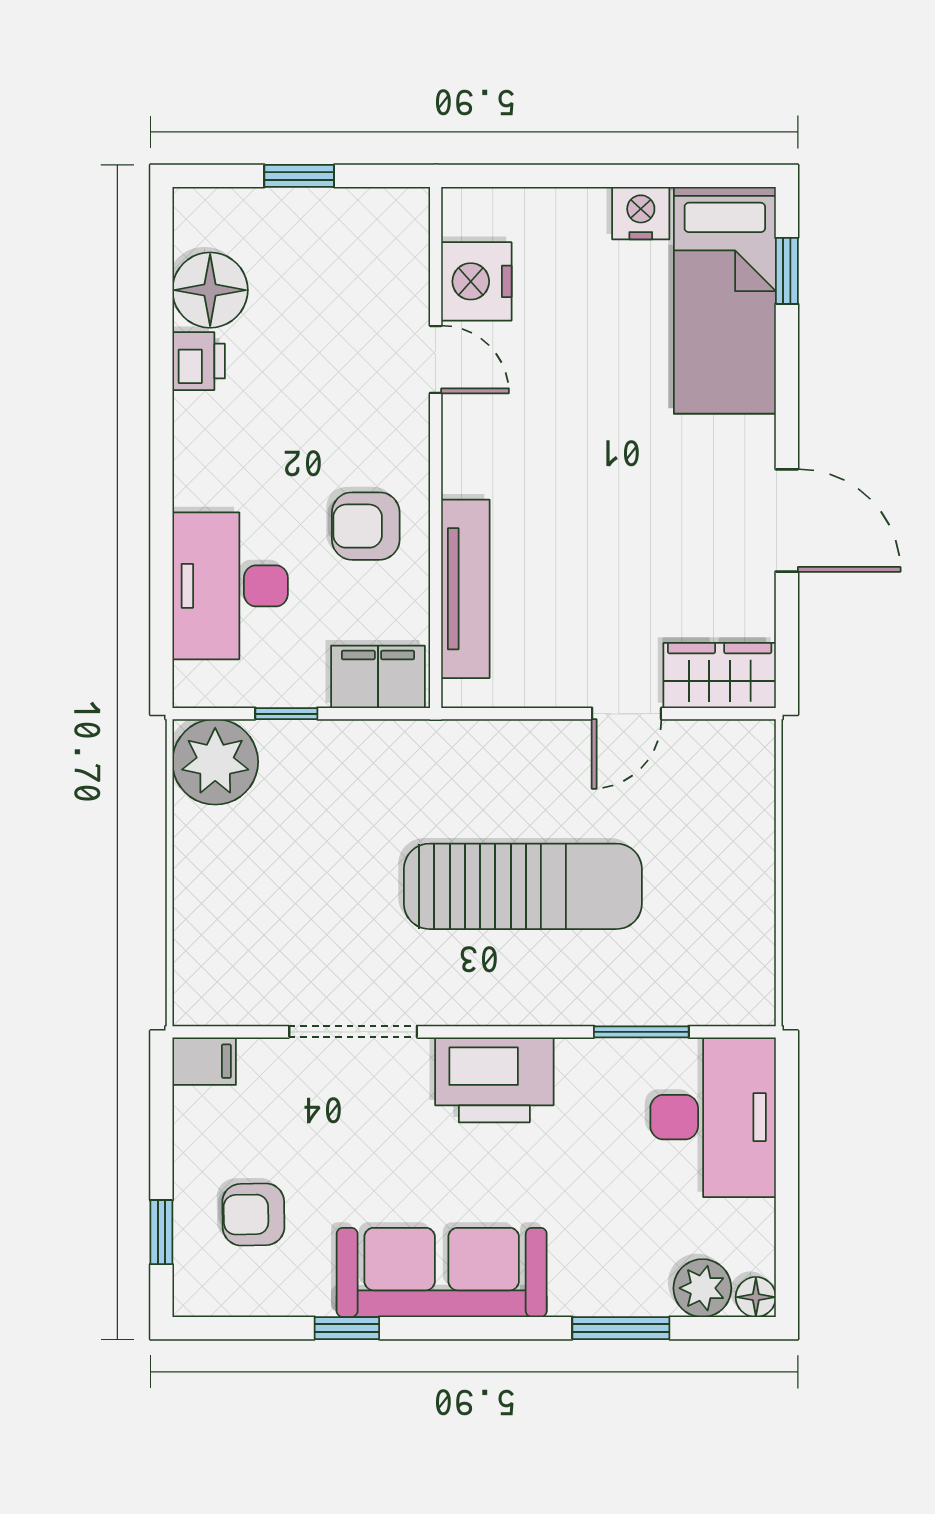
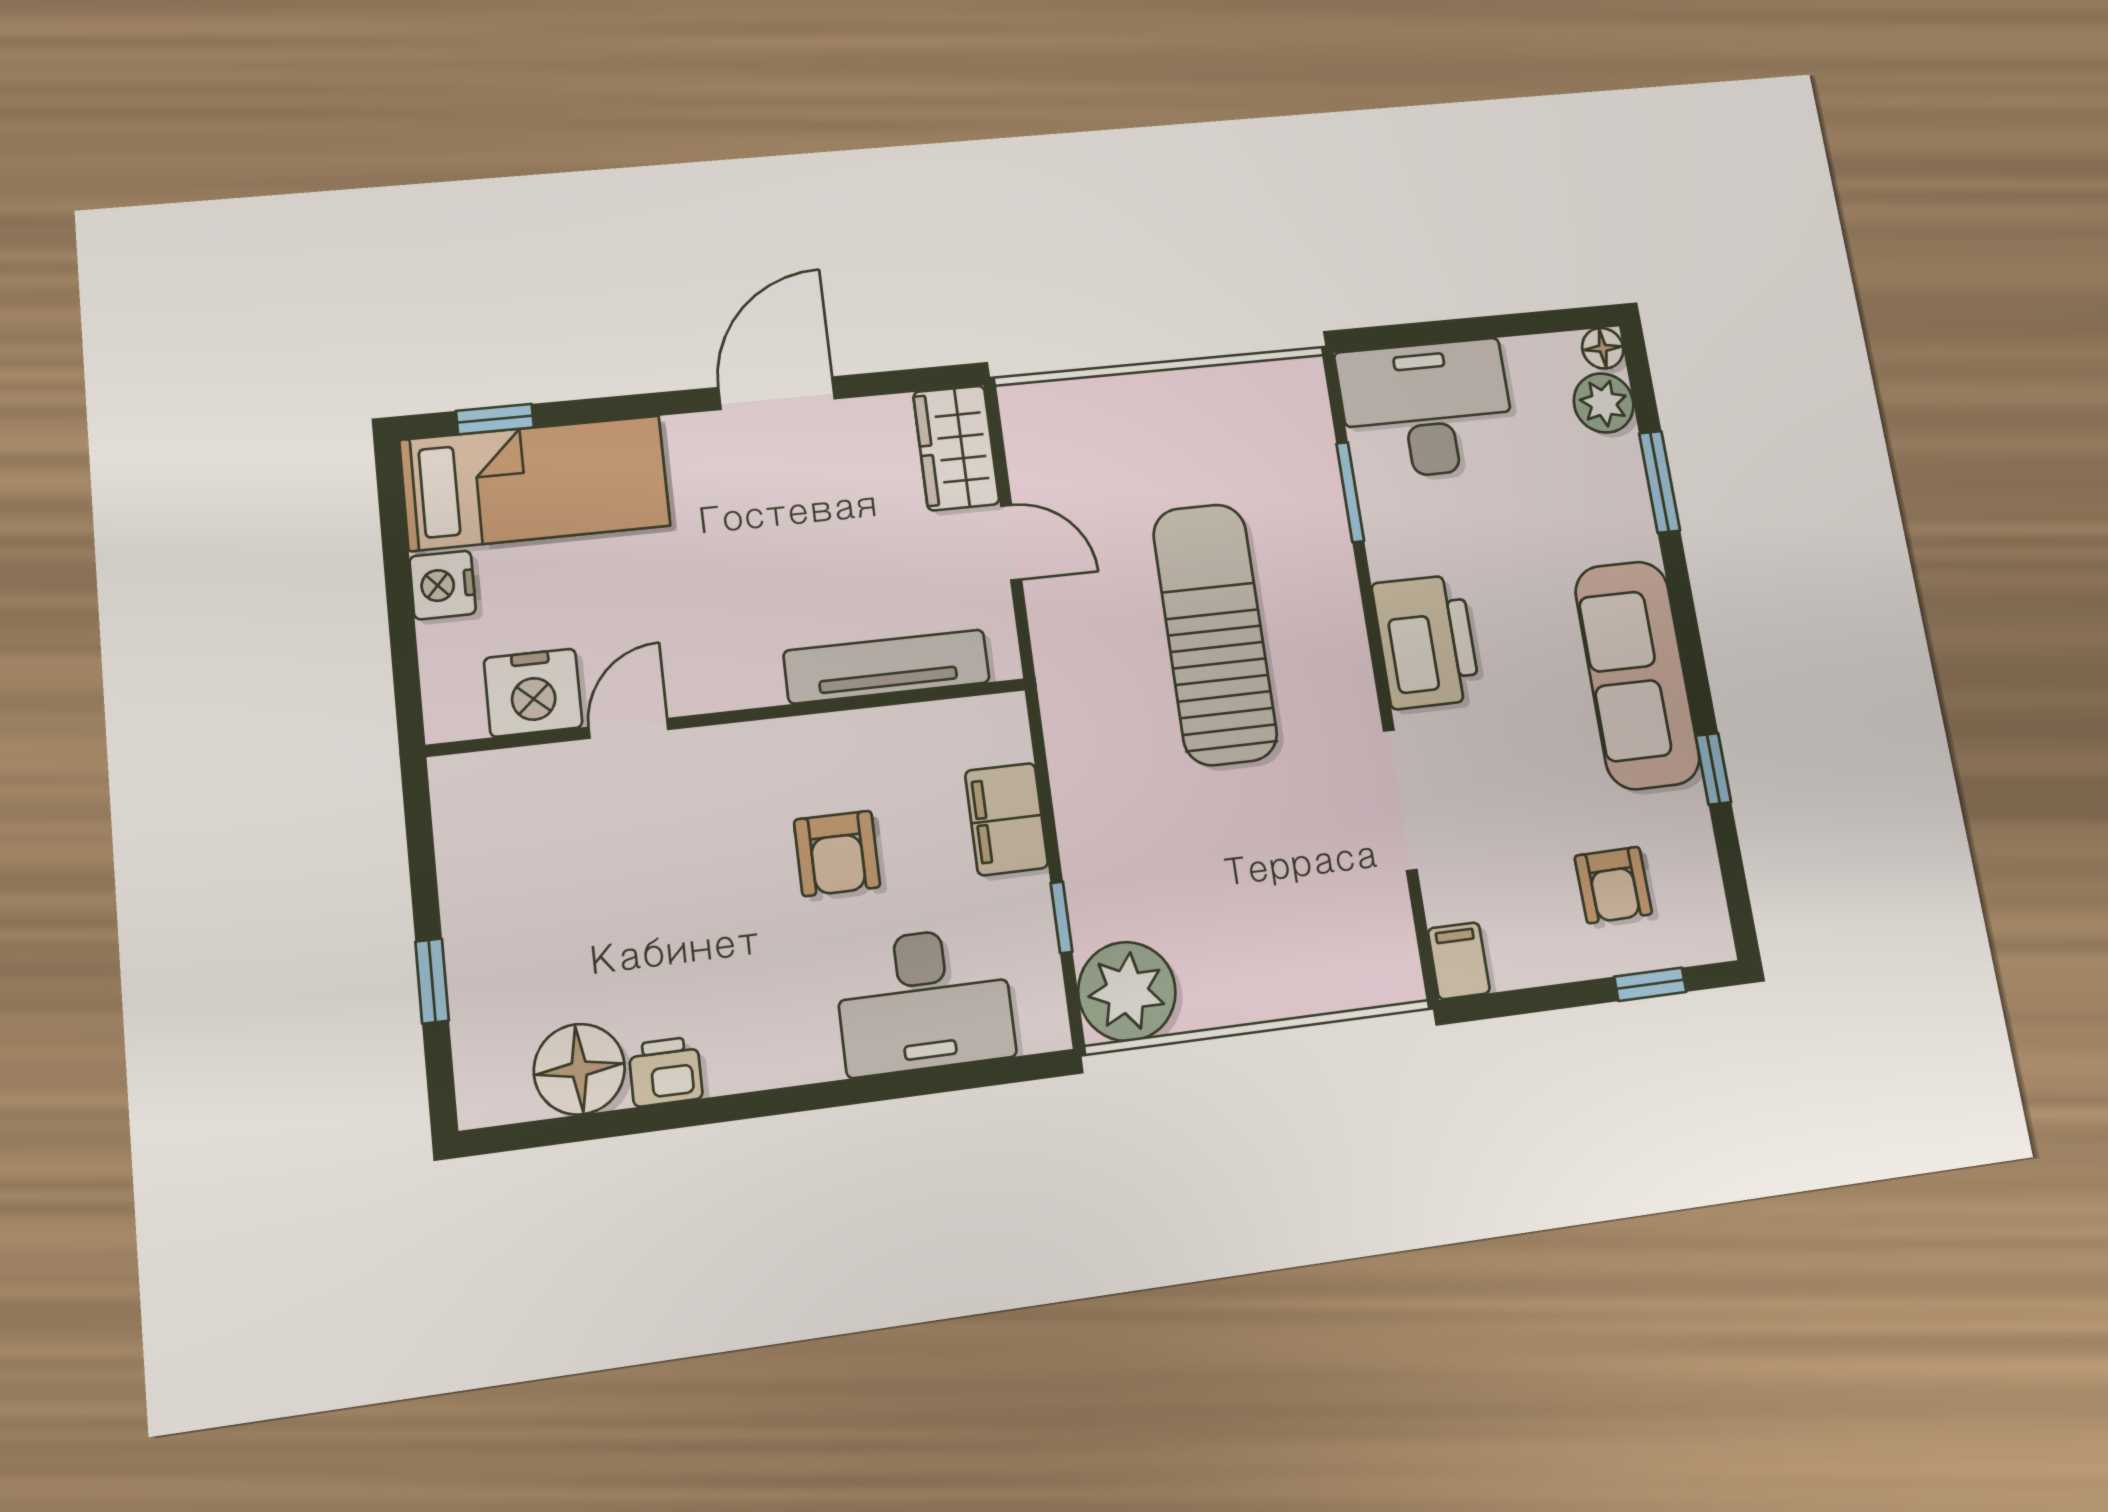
nightstand: (476, 281) -> (533, 693), moved
door: (436, 359) -> (628, 728), moved
wall: (436, 447) -> (730, 717), moved
tv unit: (465, 589) -> (887, 667), moved

